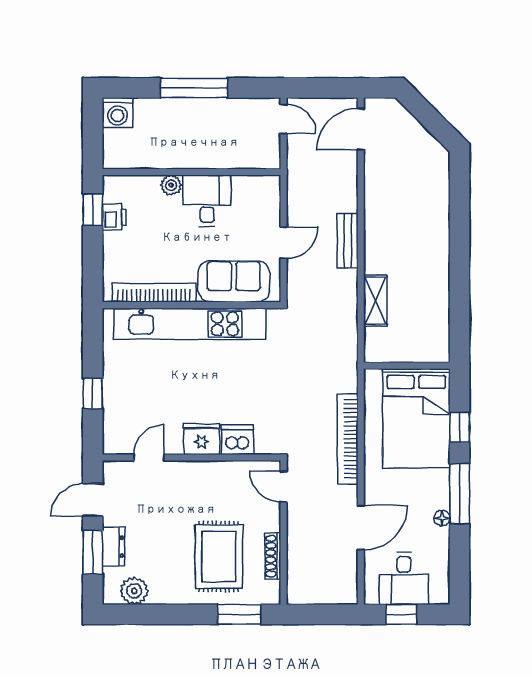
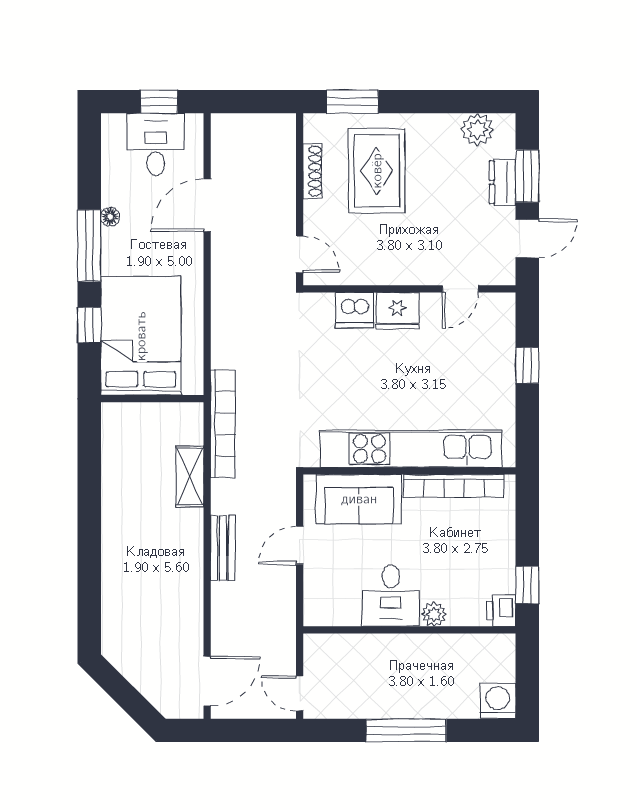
printer: (114, 217) -> (501, 611), moved
bookcase: (348, 439) -> (223, 424), moved

